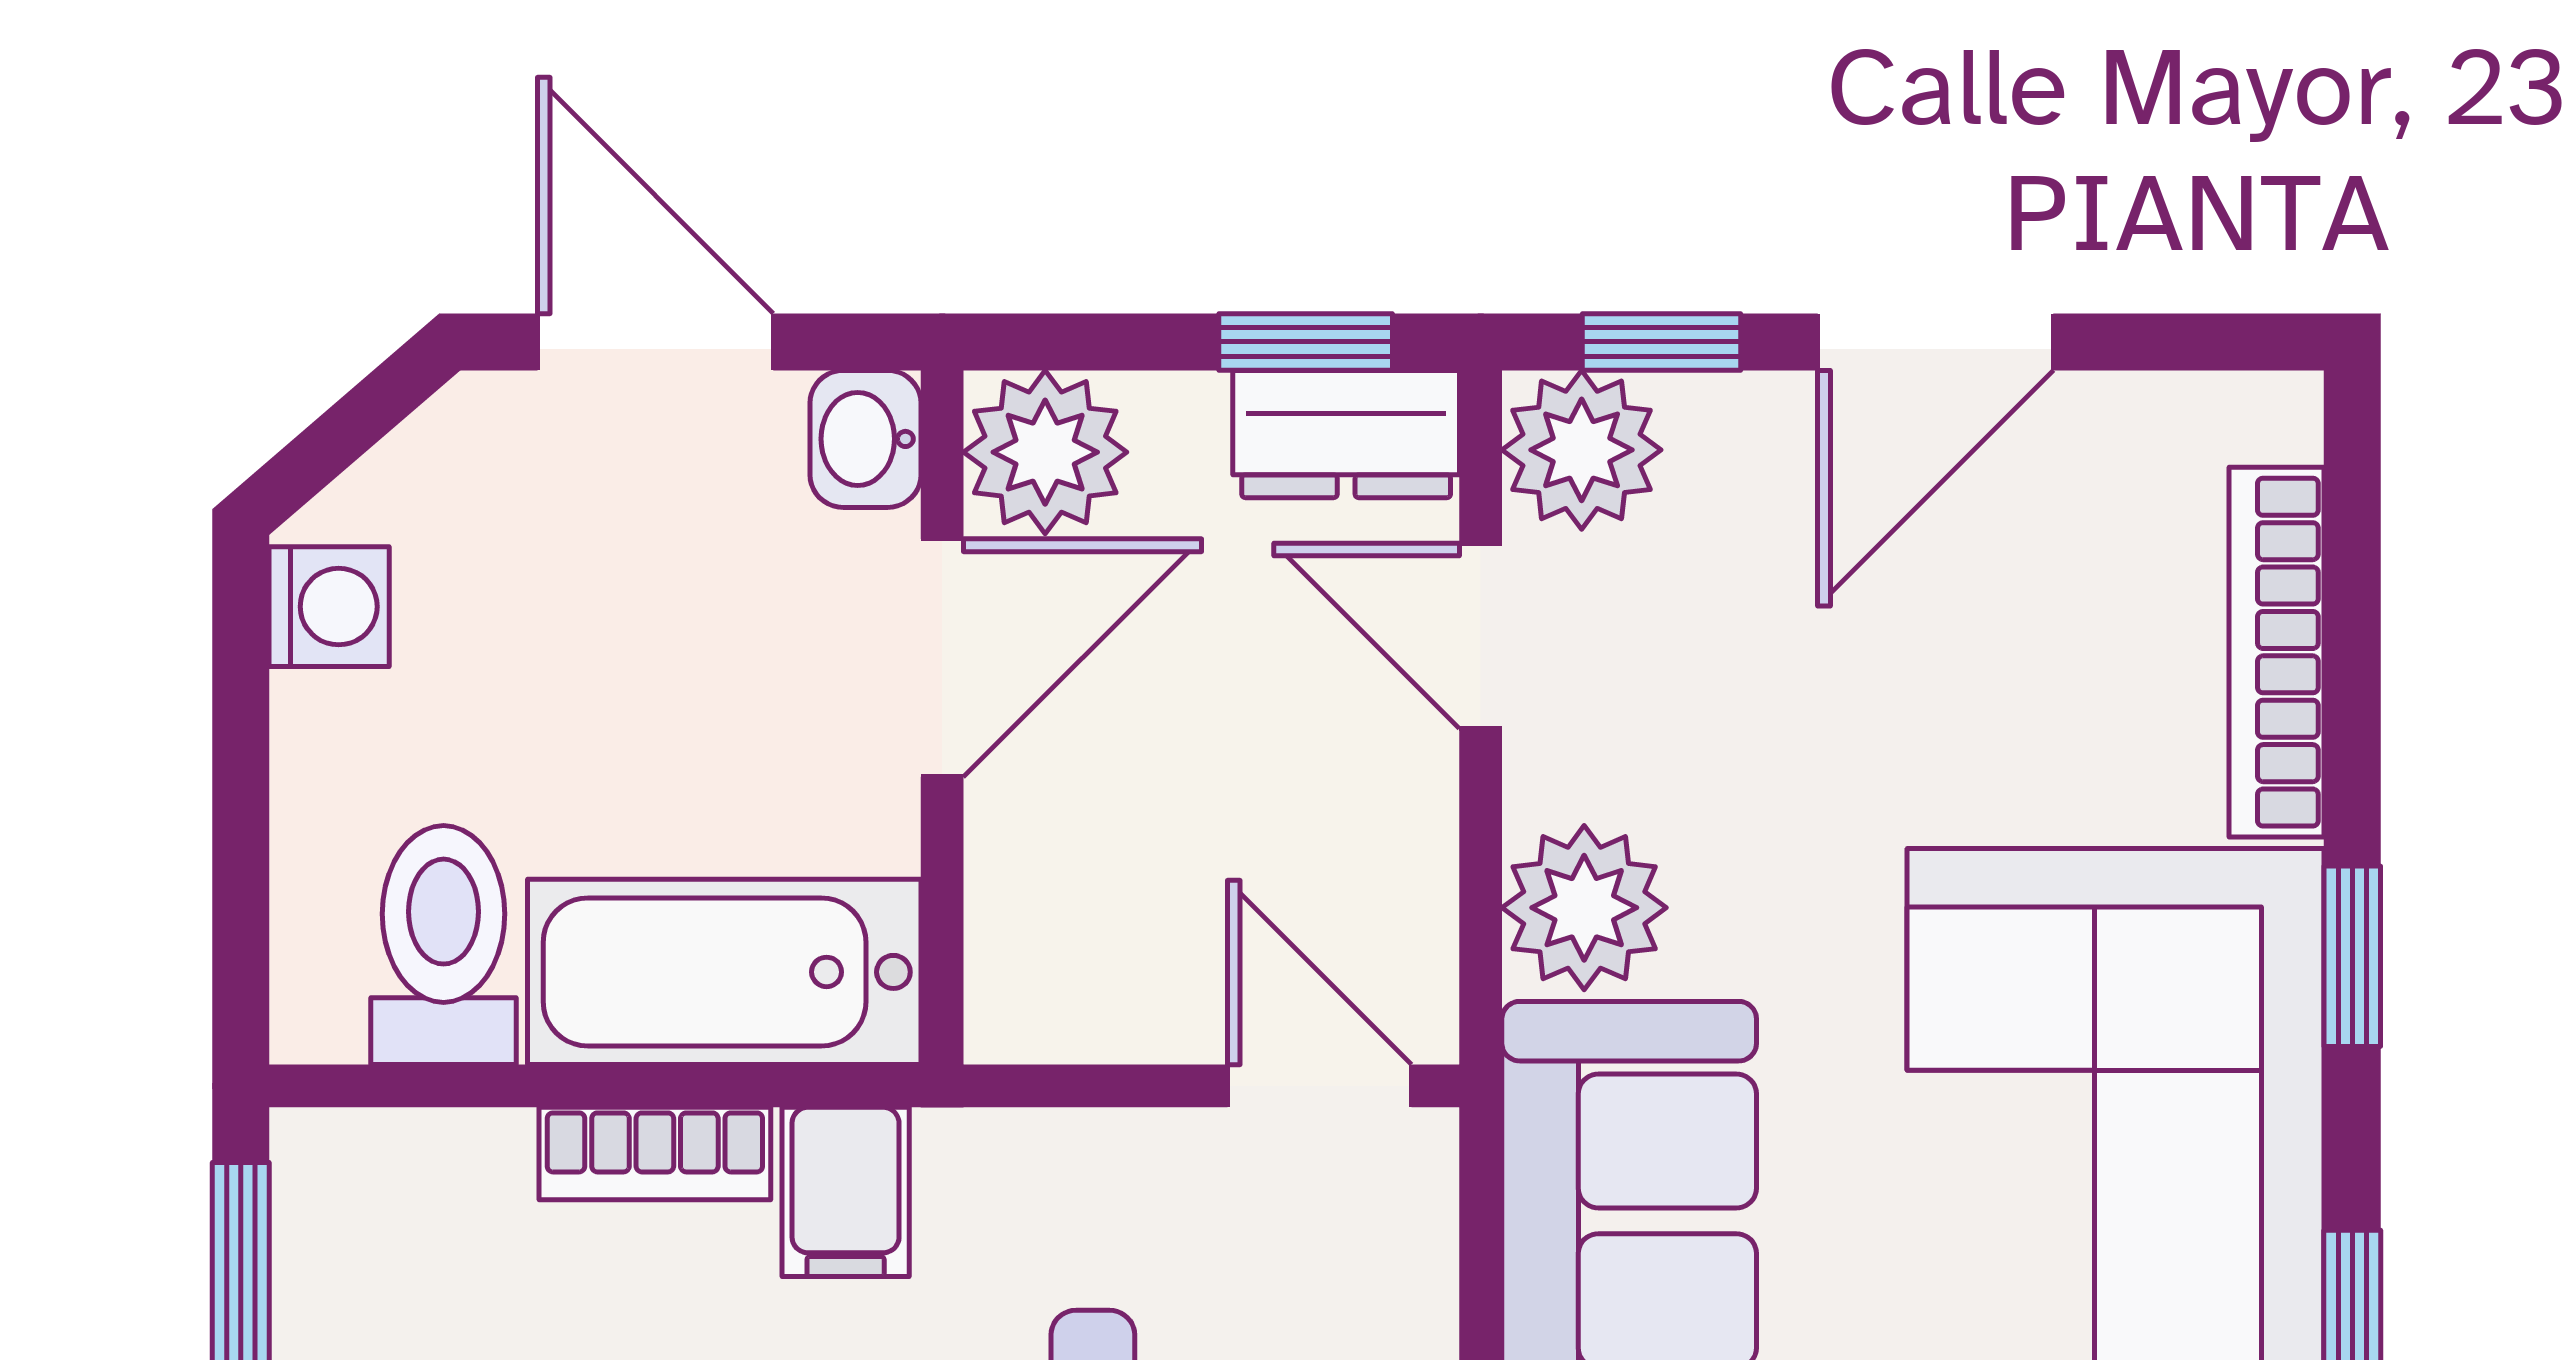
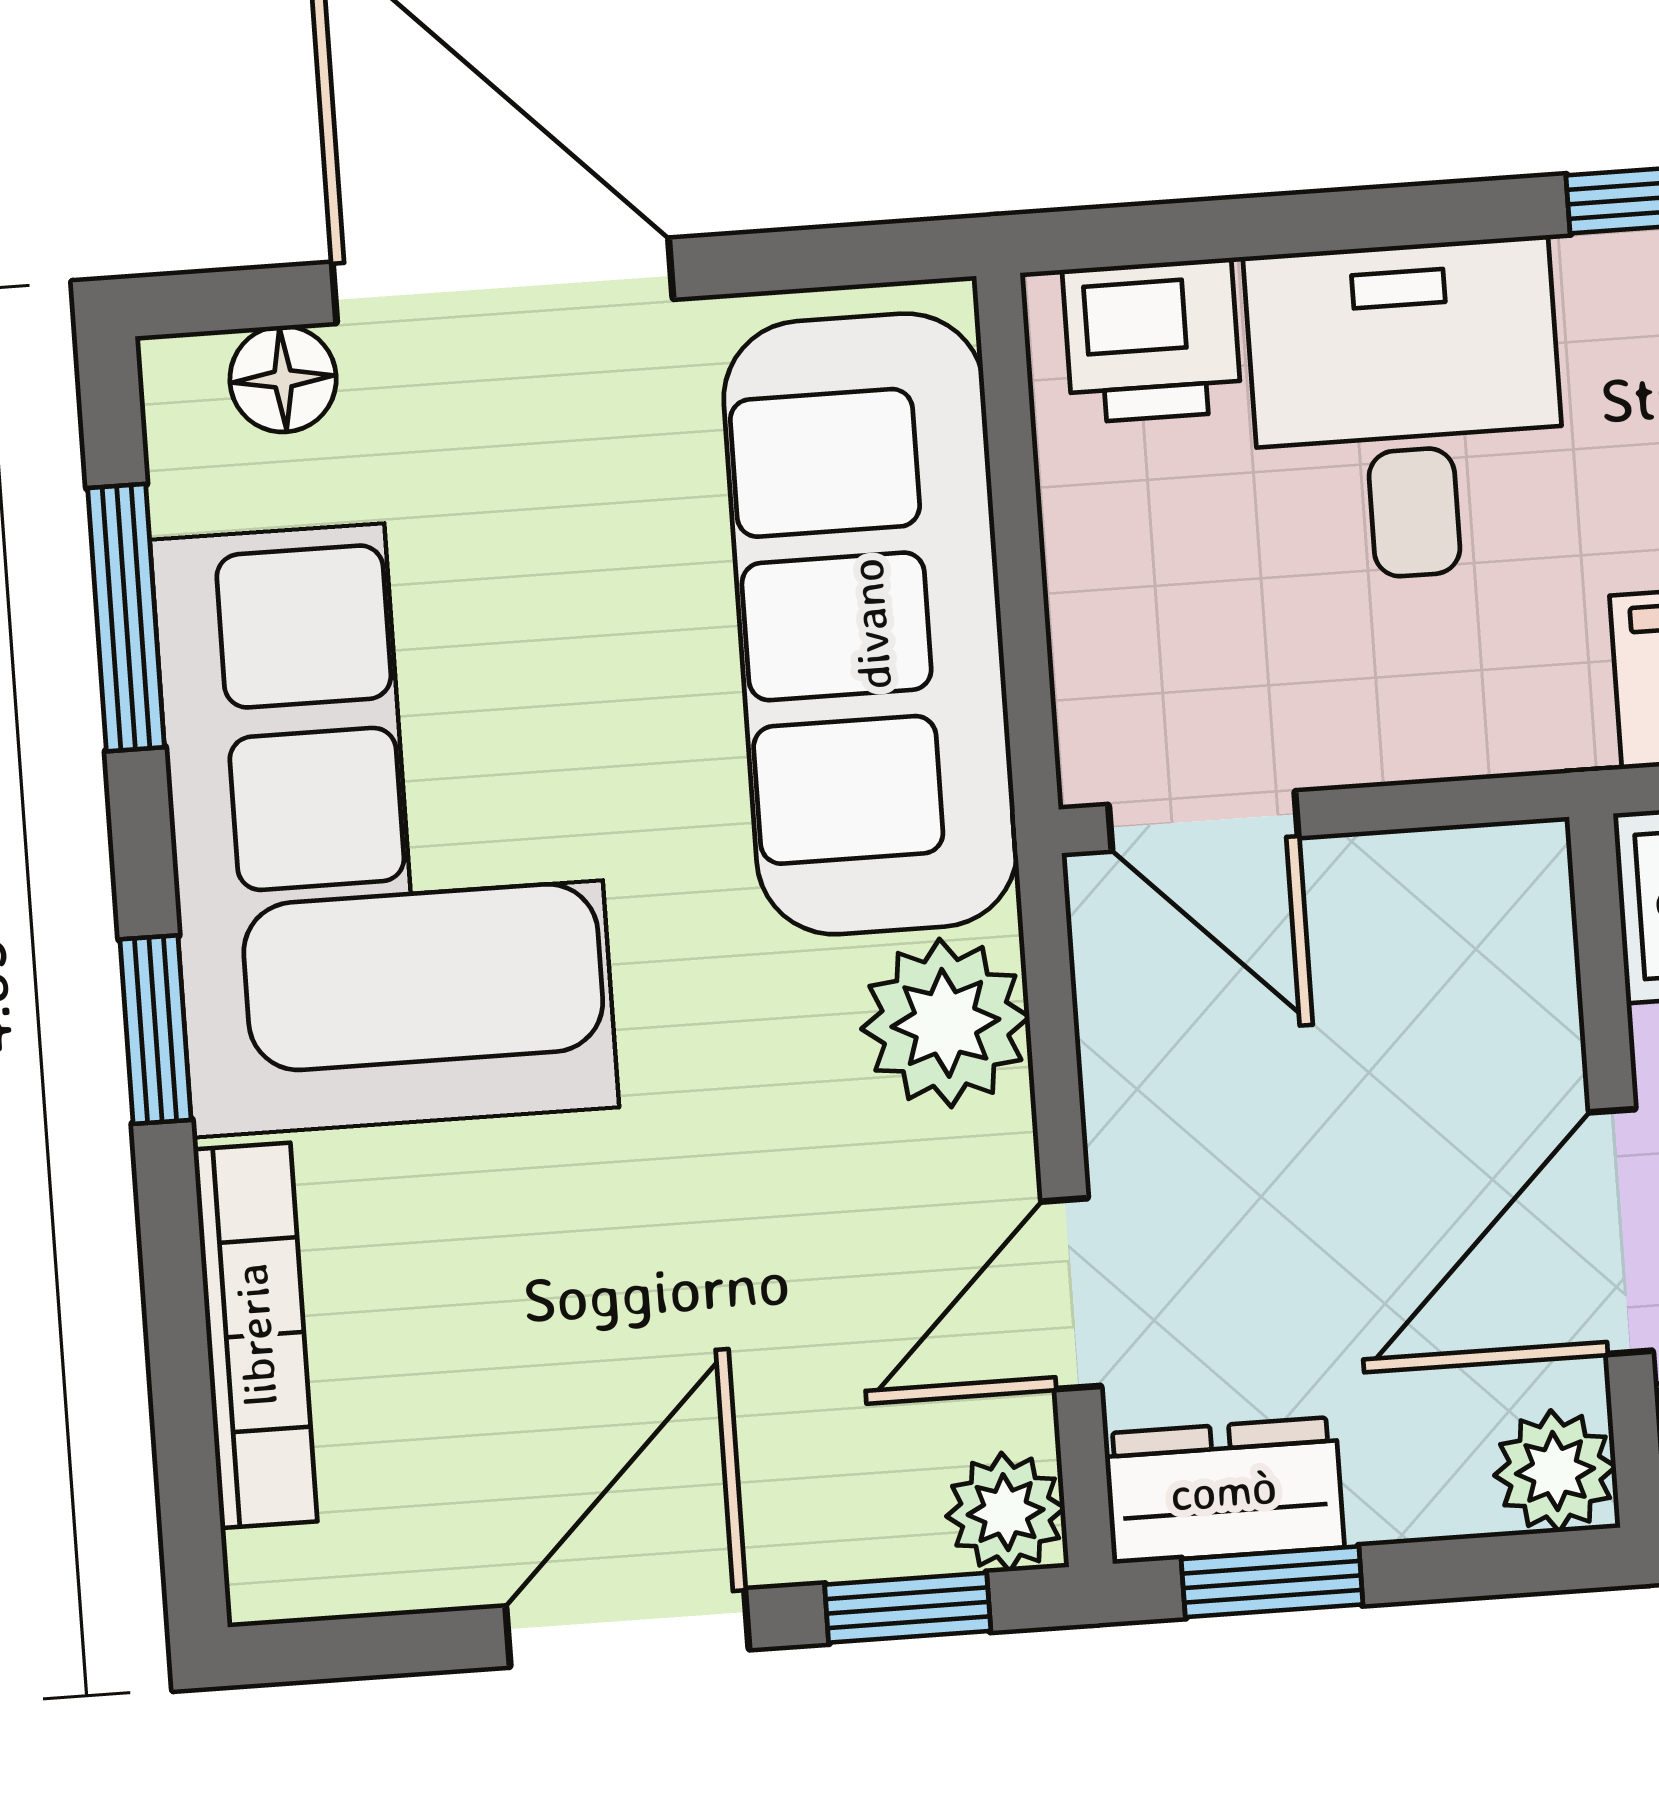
plant: (1582, 450) -> (1006, 1512), width x0.73, depth x0.73
plant: (1045, 452) -> (1555, 1471), width x0.73, depth x0.73
door: (1481, 636) -> (1071, 1294), swing flipped

